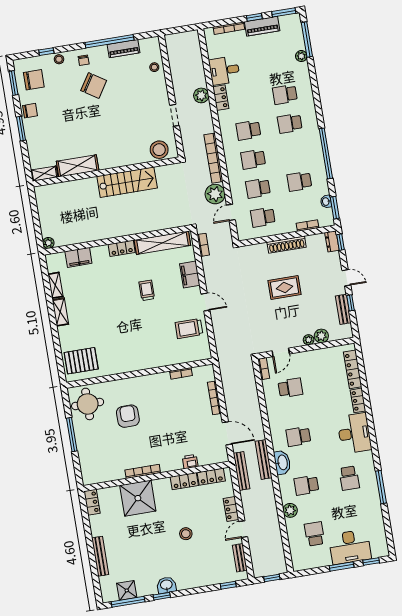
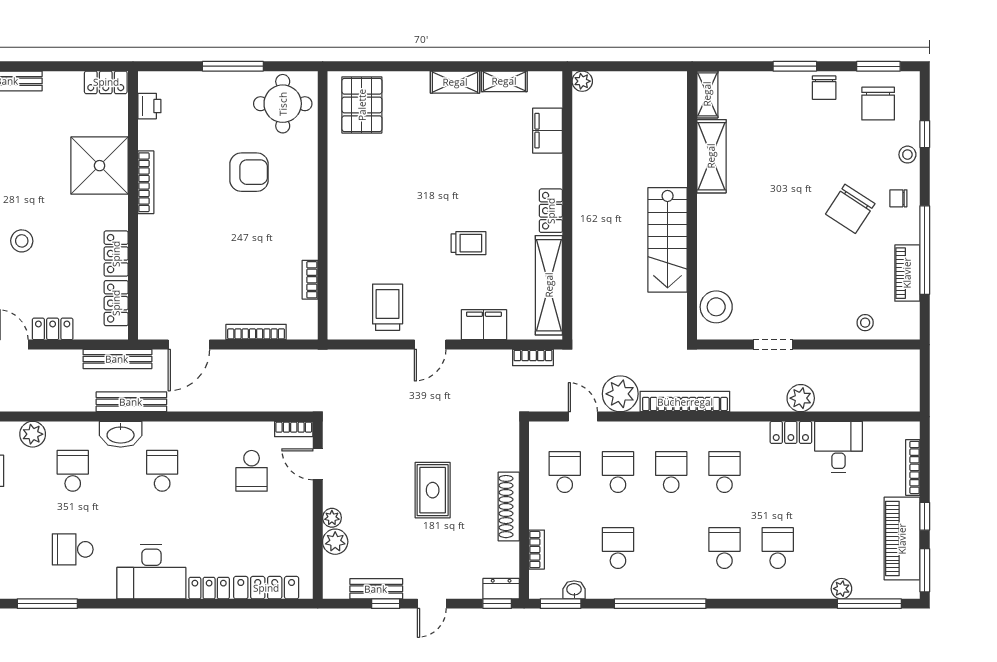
piano: (262, 26) -> (902, 539), width x1.37, depth x1.33
printer: (190, 462) -> (149, 106), moved

